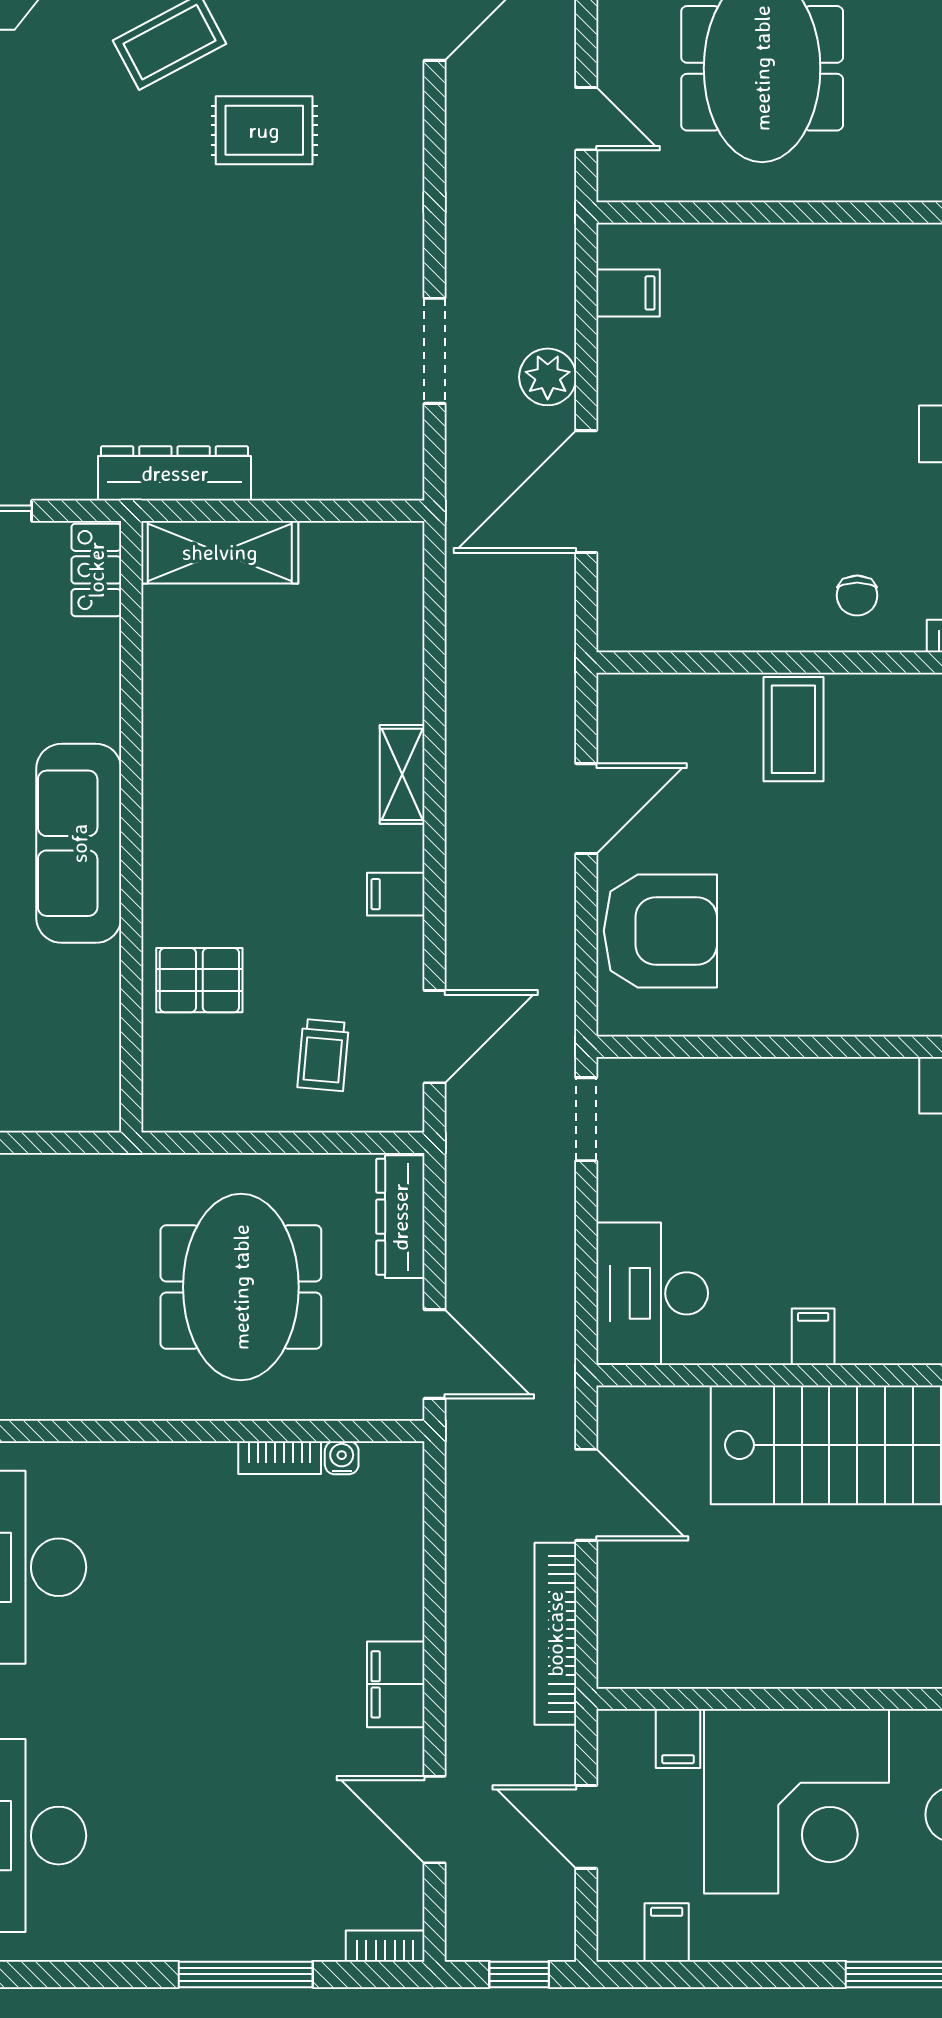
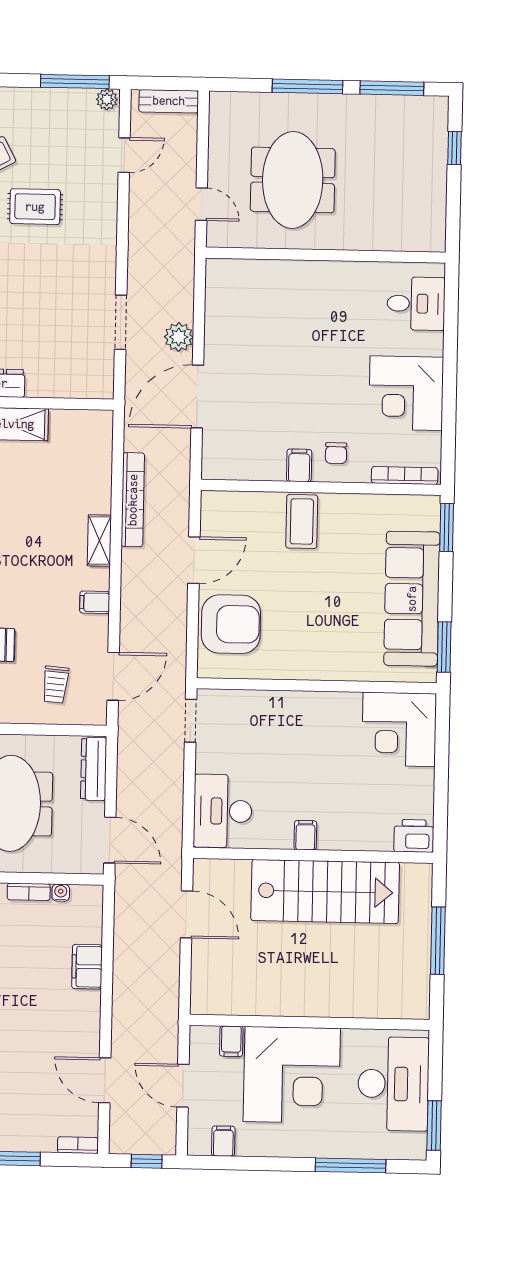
filing cabinet: (628, 293) -> (299, 465), moved, turned -90
bookcase: (555, 1634) -> (133, 500), moved, turned 180
filing cabinet: (396, 1684) -> (87, 967), moved

